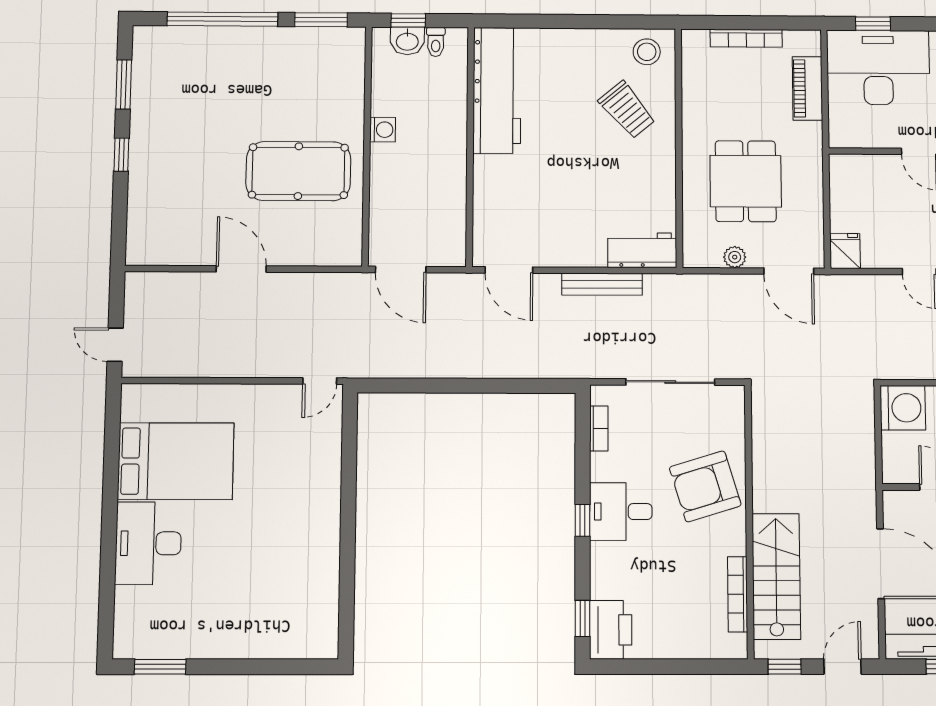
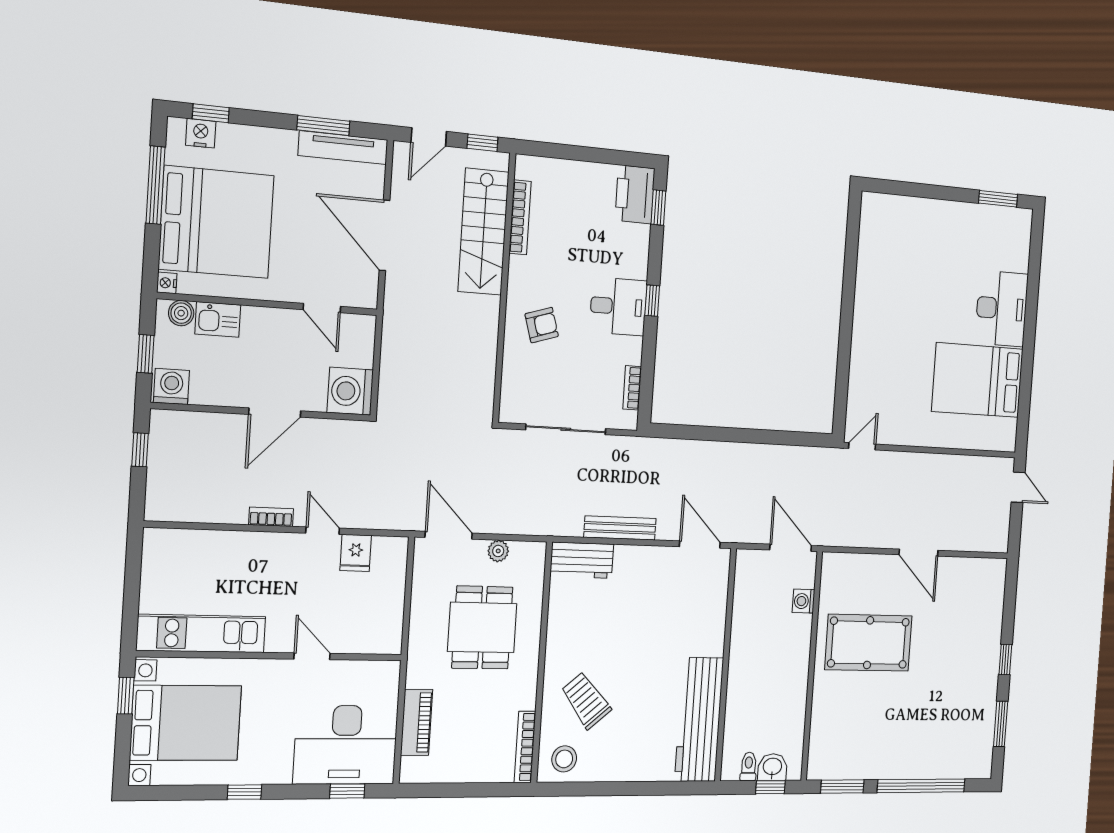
bookcase: (746, 38) -> (525, 747), moved, turned -90
washing machine: (383, 130) -> (804, 601), moved
fridge: (845, 251) -> (356, 553), moved
armchair: (705, 486) -> (542, 325), width x0.53, depth x0.53

